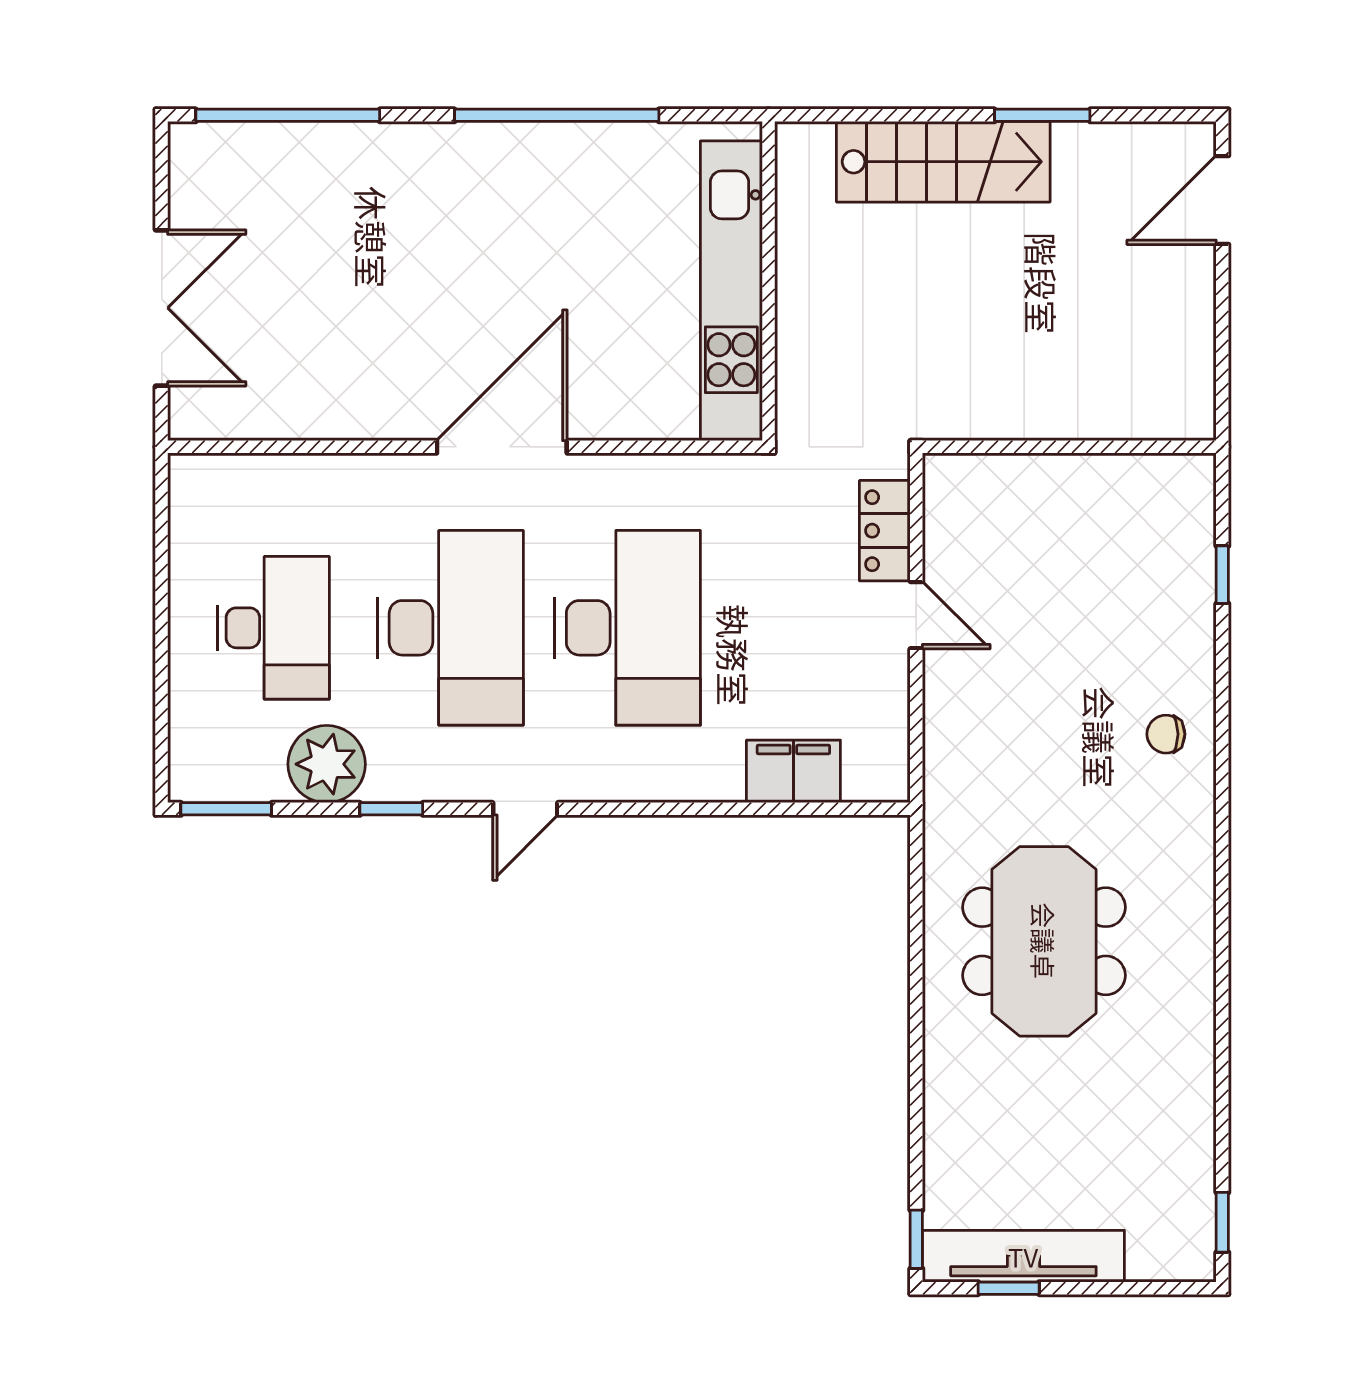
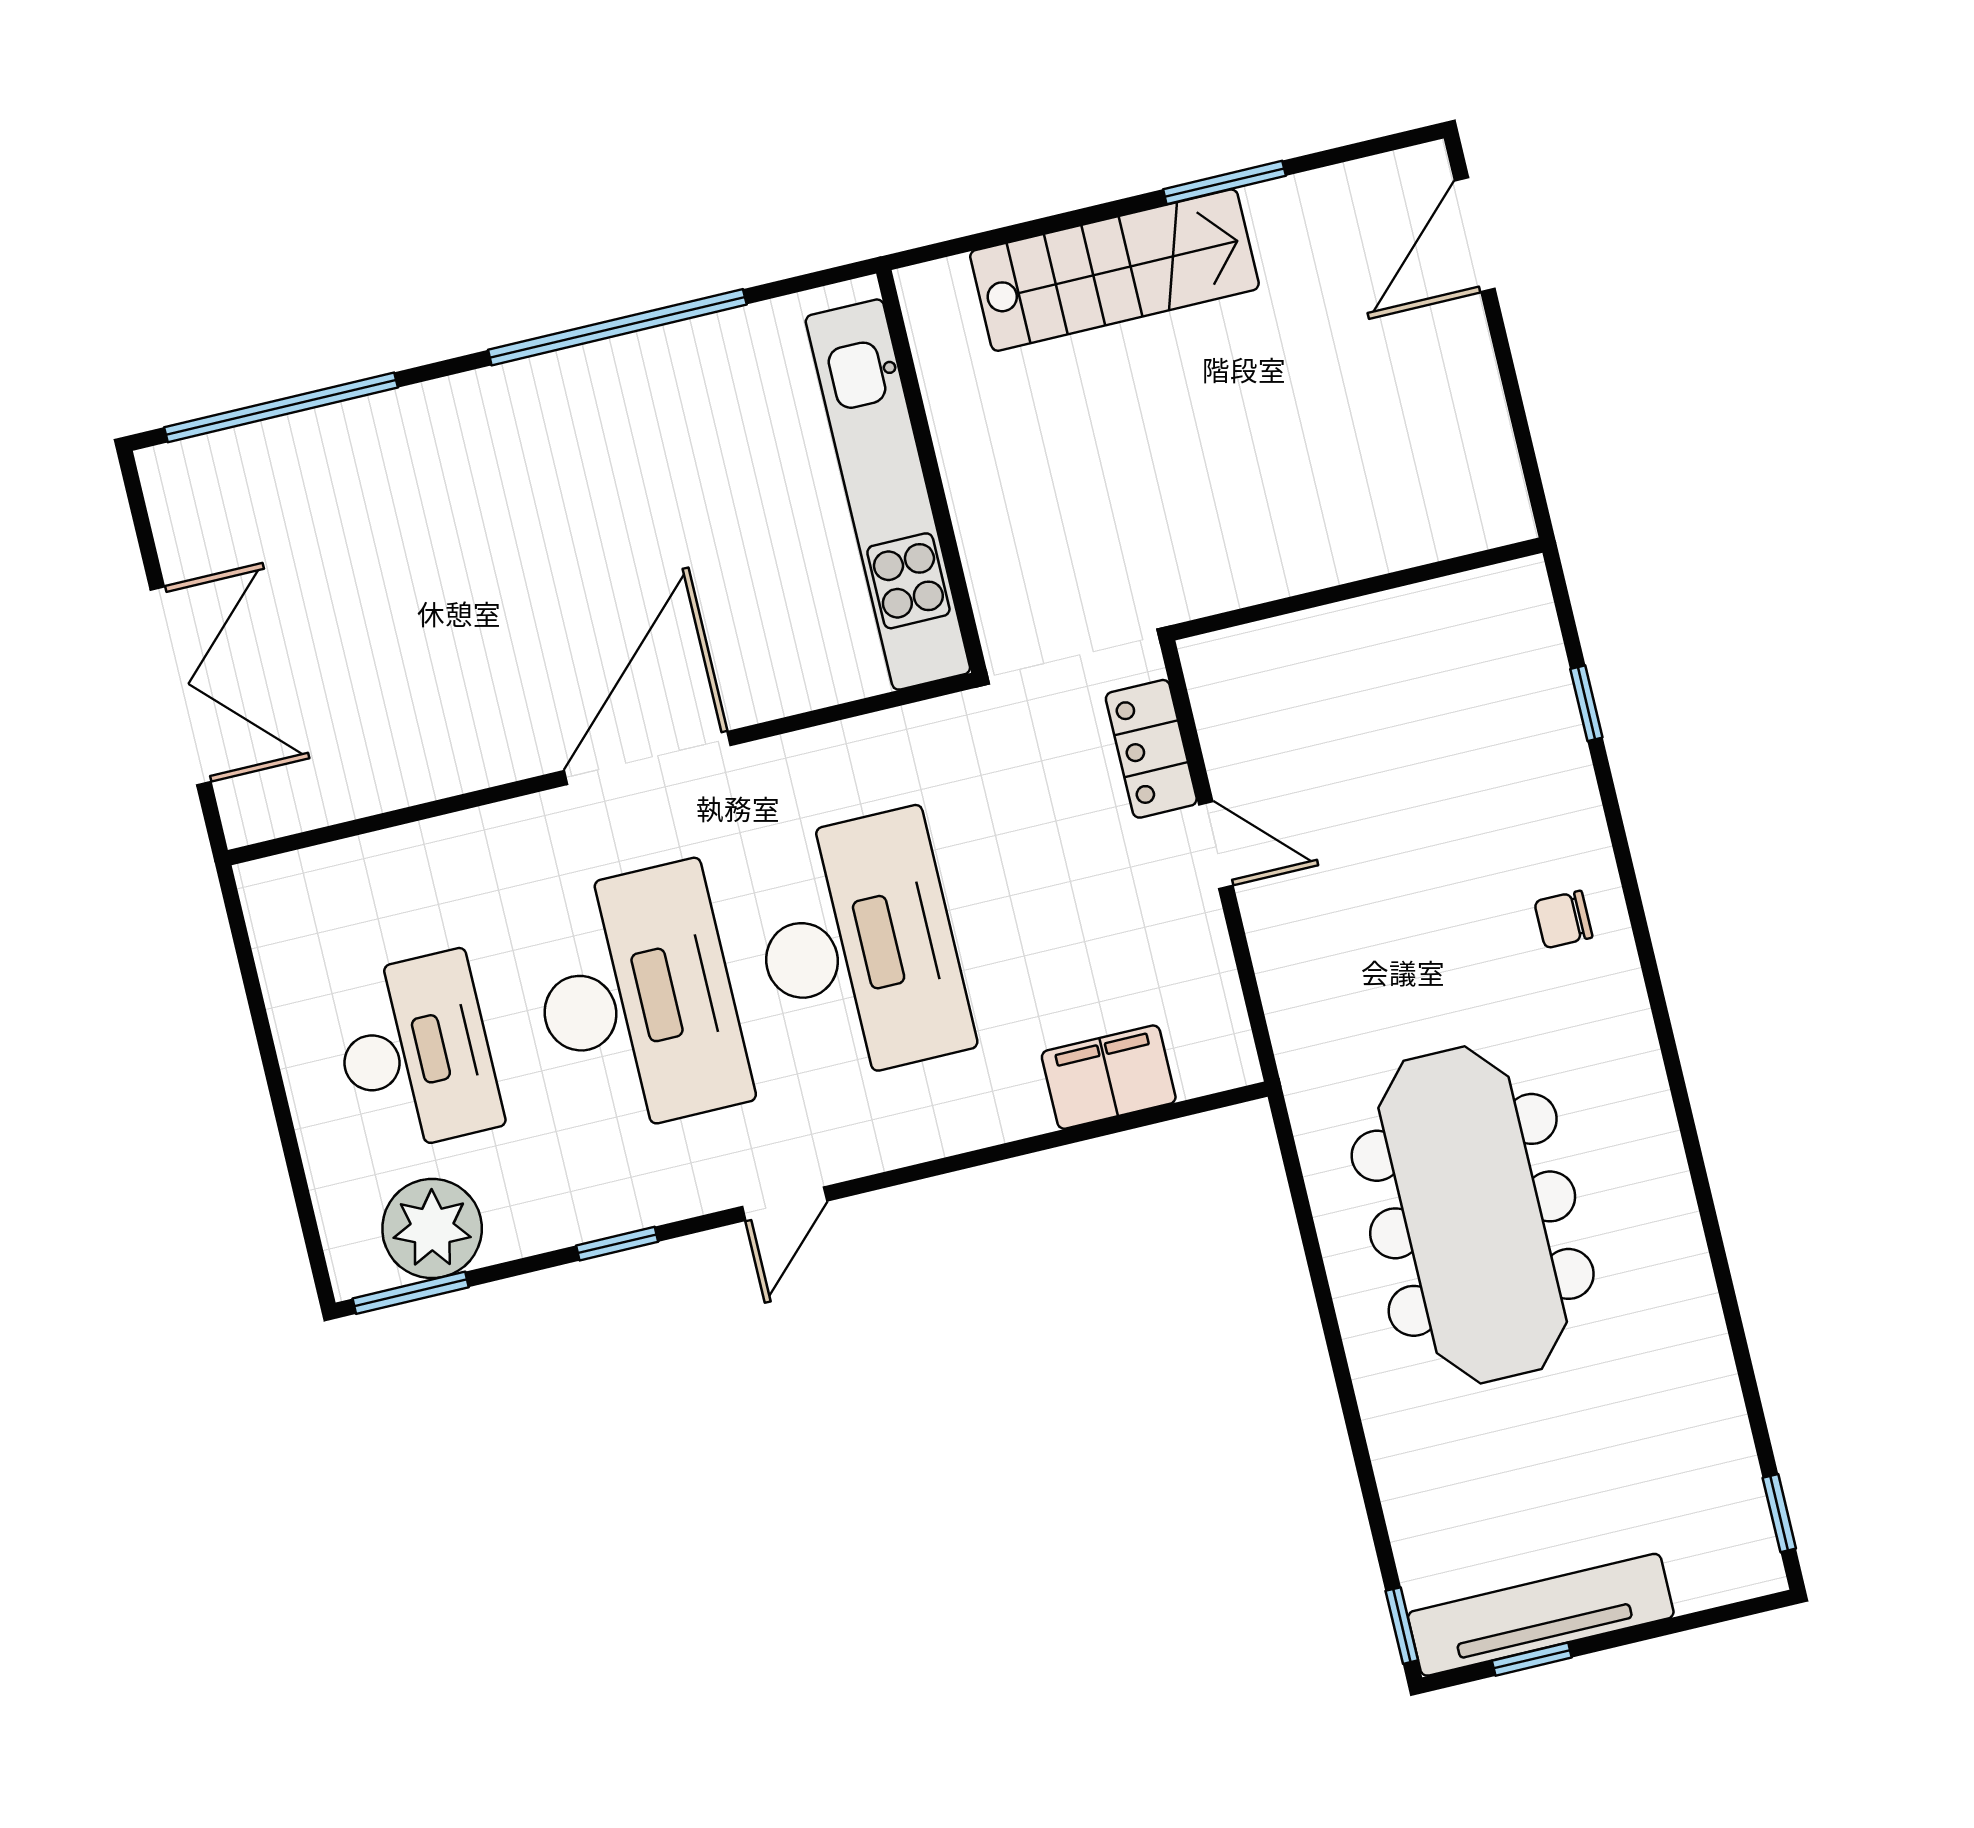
plant: (327, 764) -> (432, 1229), moved
meeting table: (1044, 941) -> (1473, 1215), width x1.36

